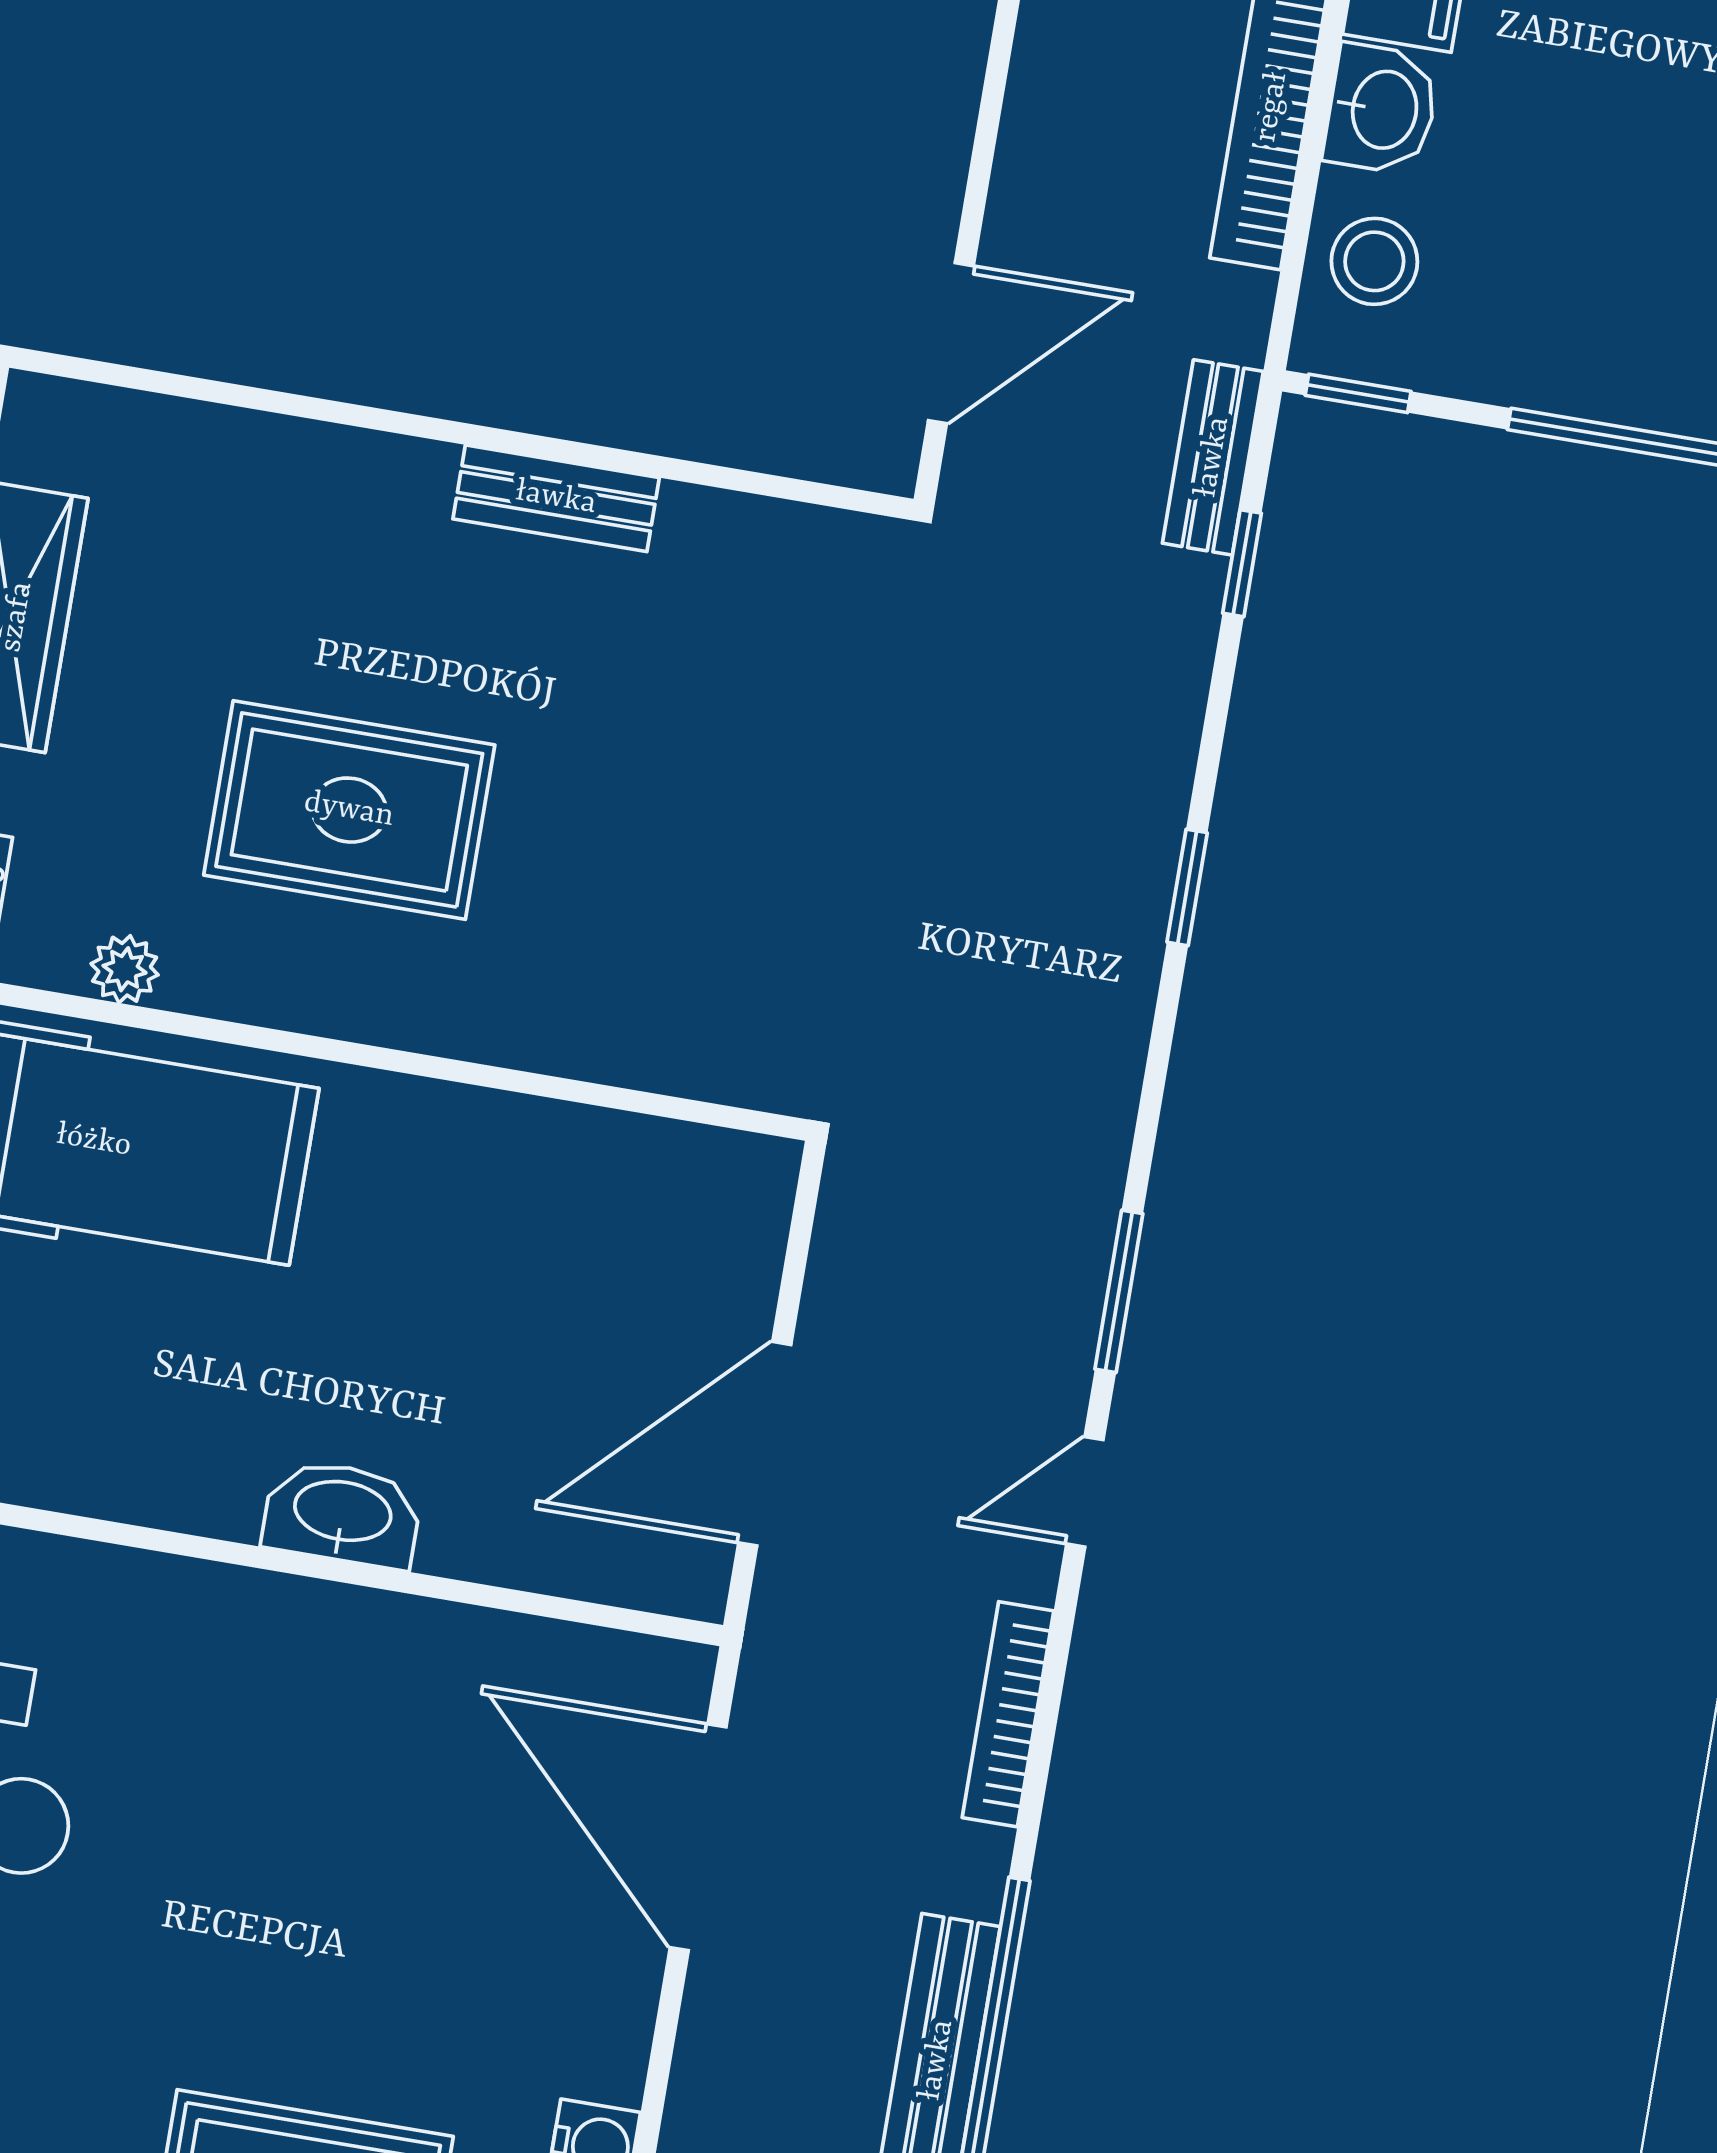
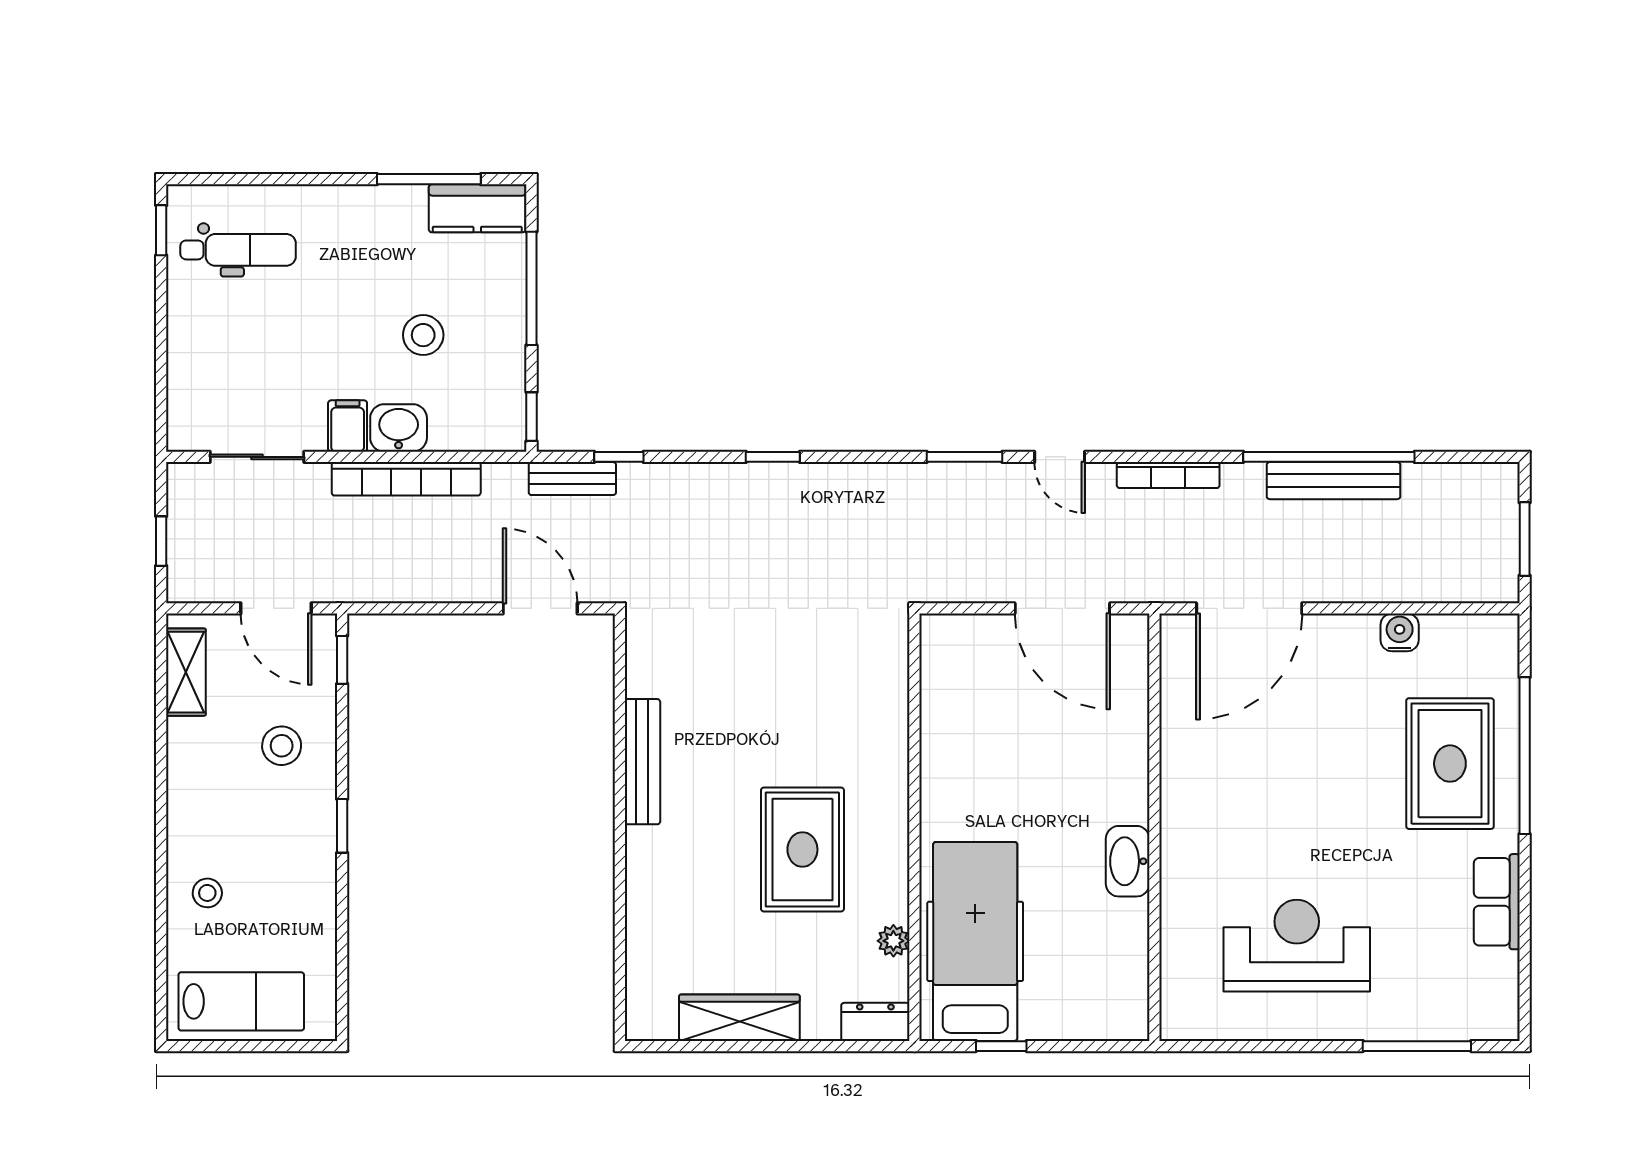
stool: (1374, 261) -> (423, 335), moved
bench: (556, 498) -> (642, 762), width x1.36
washbasin: (342, 1514) -> (1128, 861), moved

